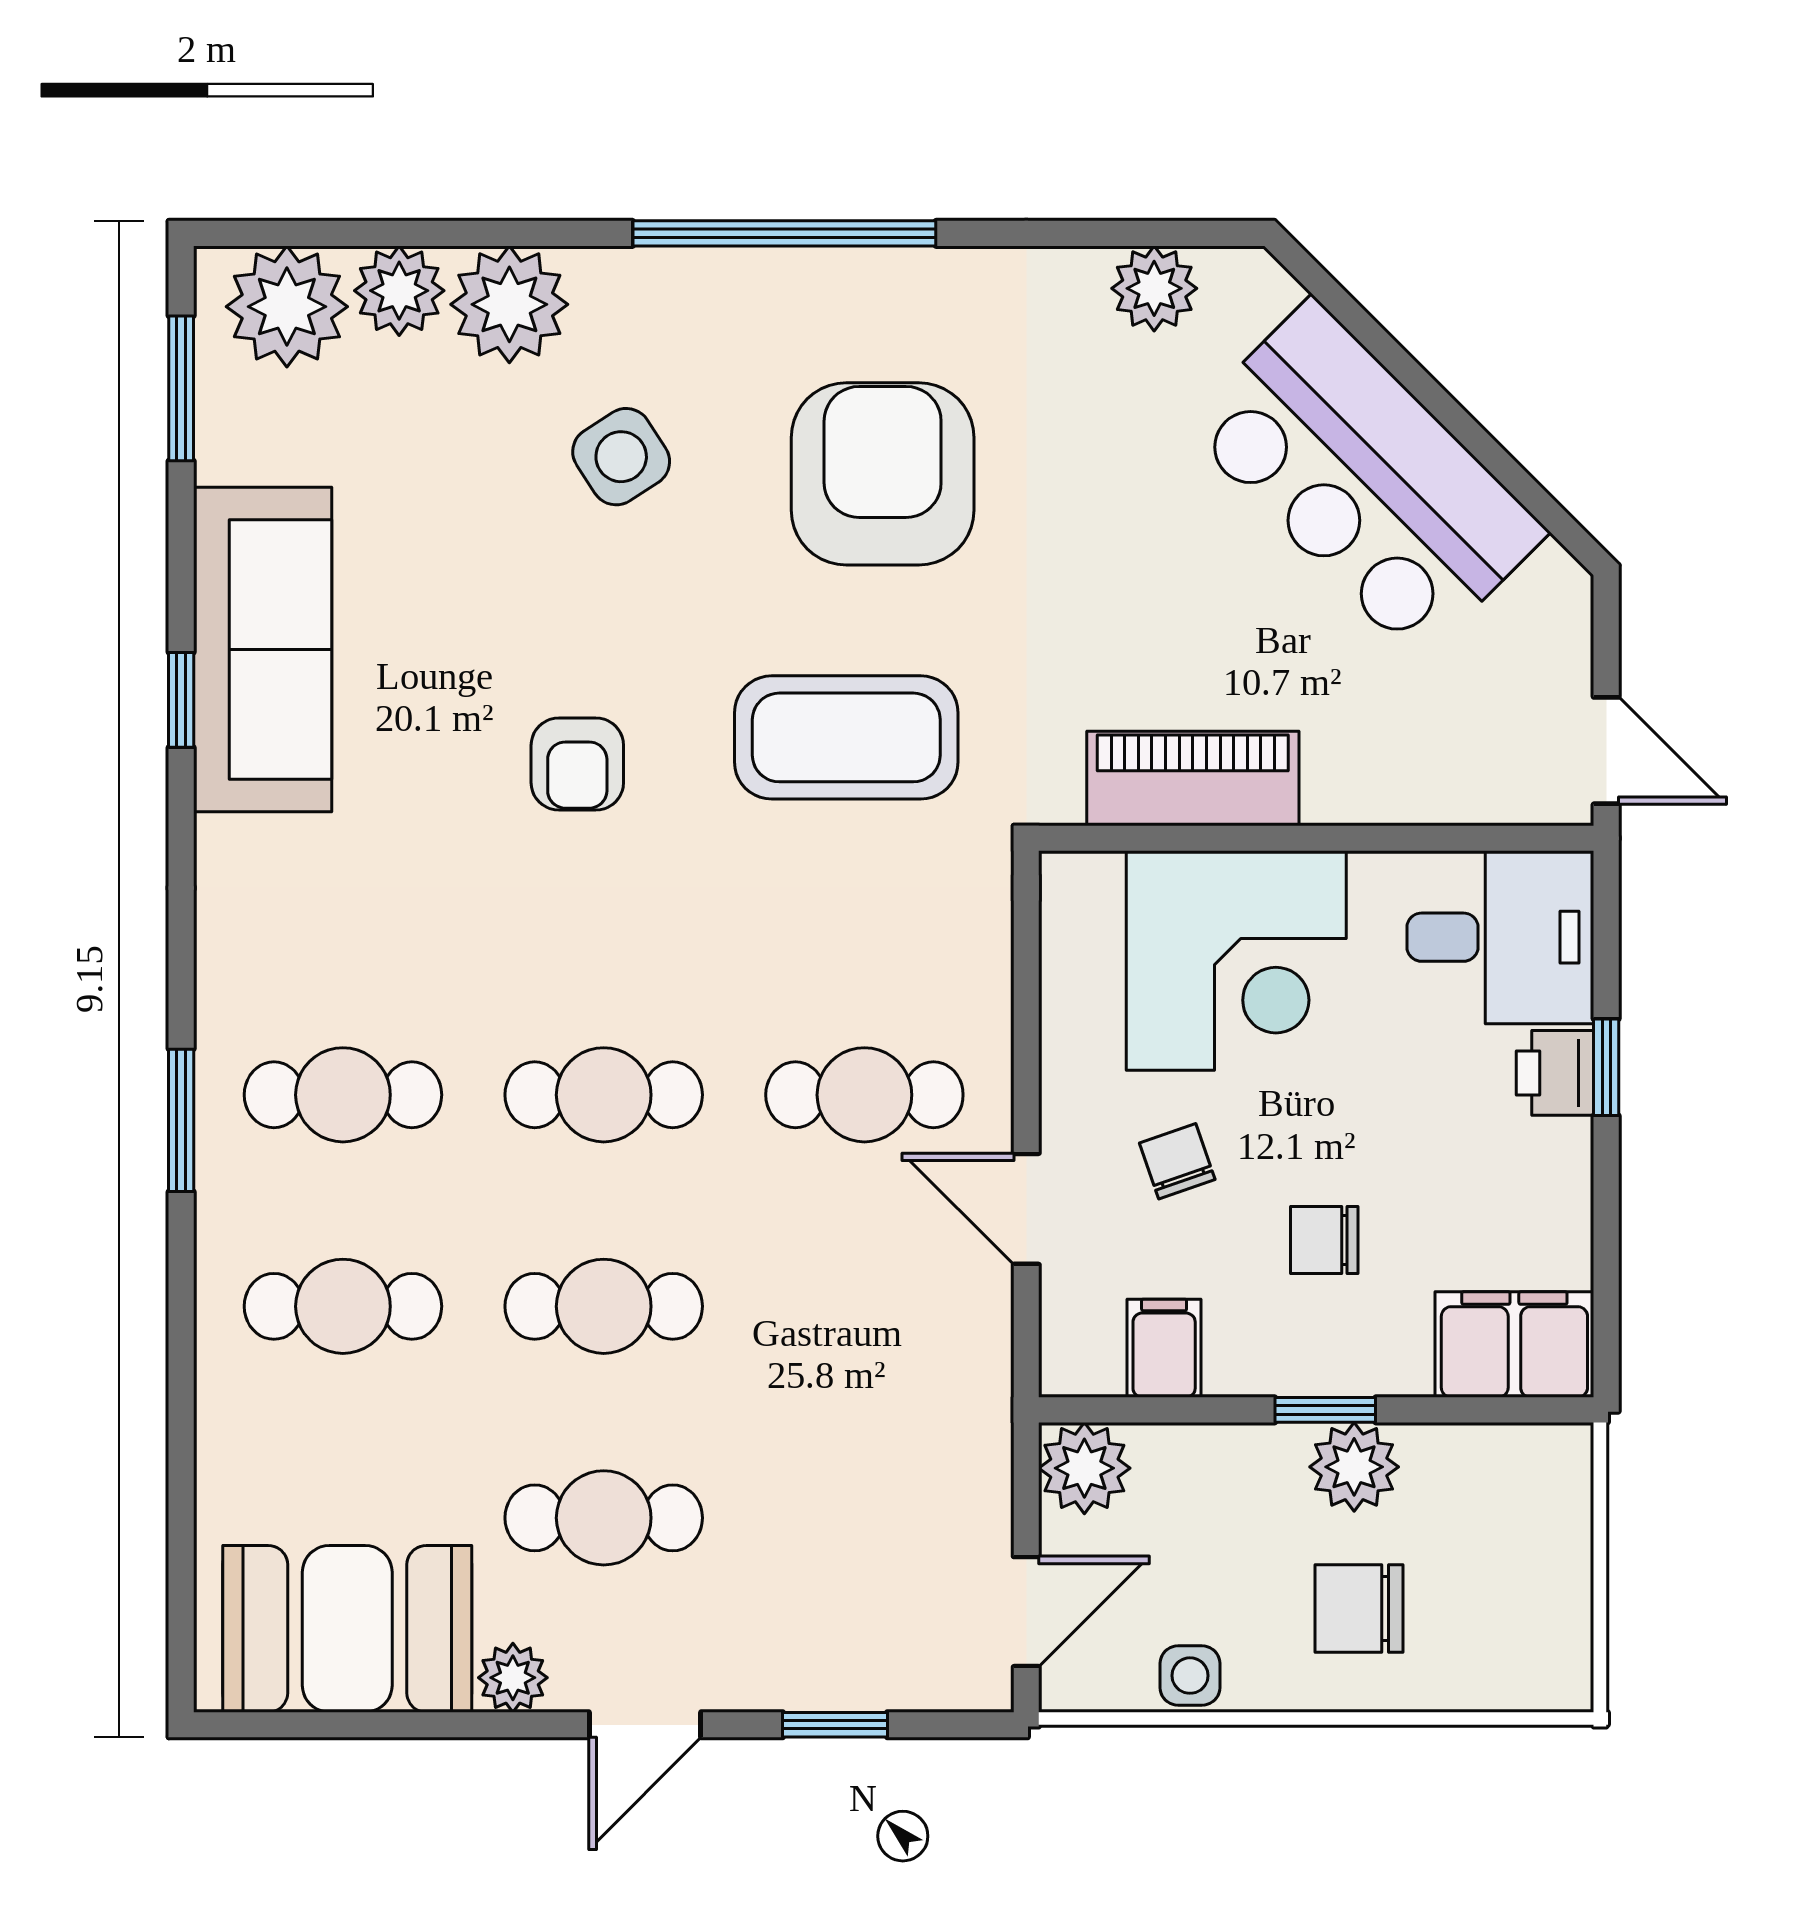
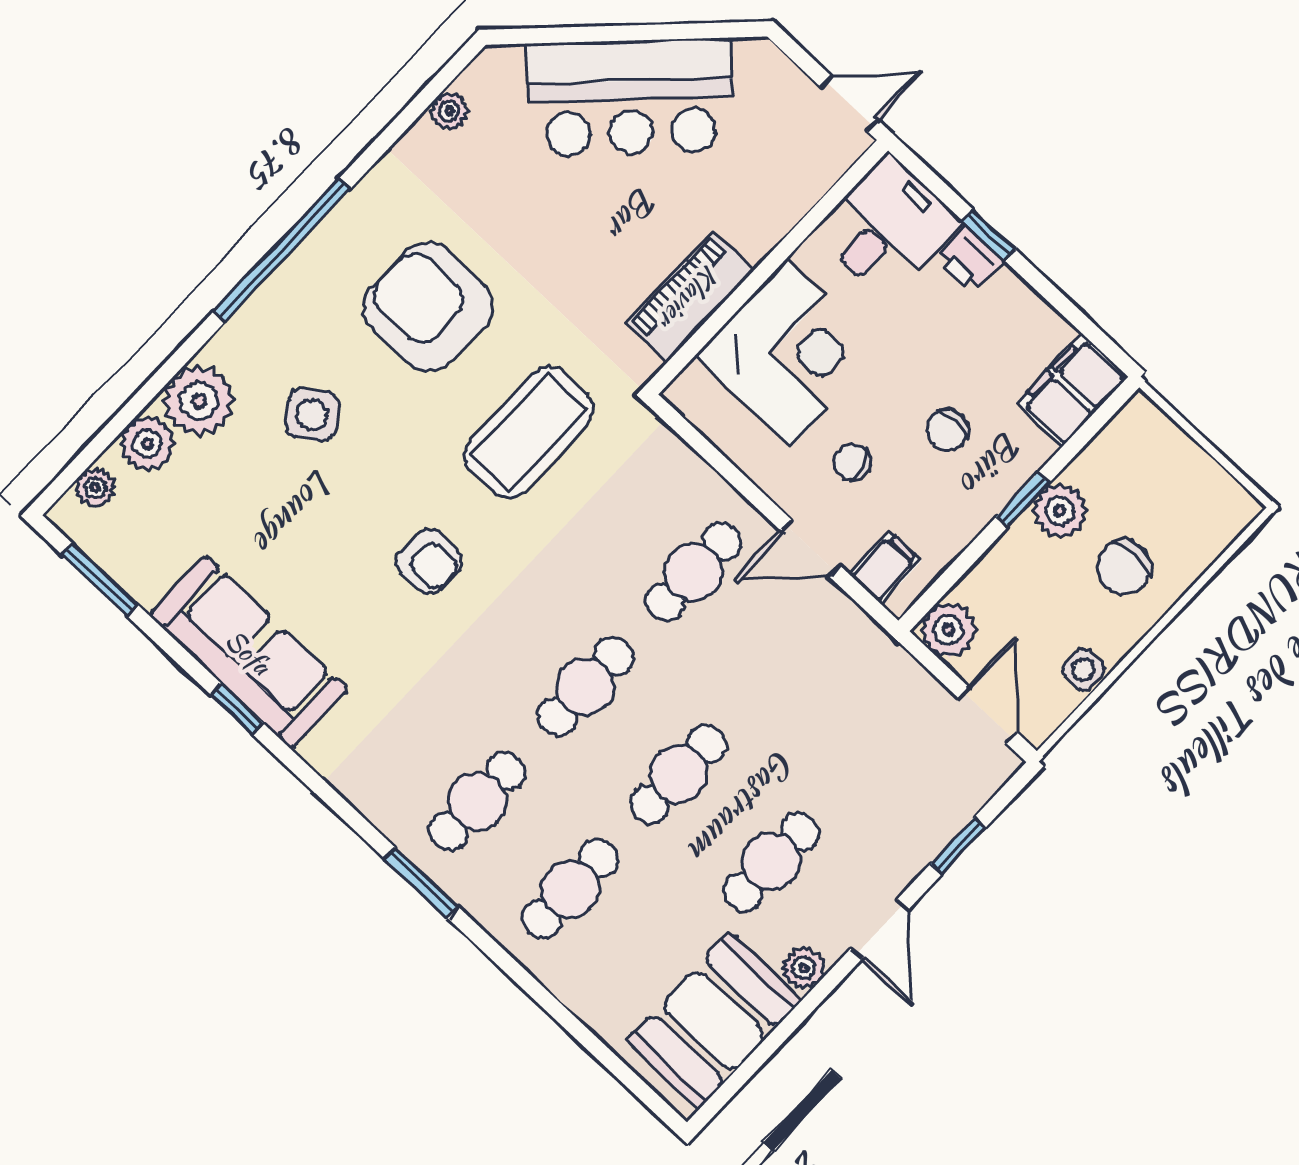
plant: (1154, 288) -> (449, 111), width x0.73, depth x0.73
plant: (287, 307) -> (95, 488), width x0.53, depth x0.53
filing cabinet: (1164, 1348) -> (885, 567), moved, turned 90

